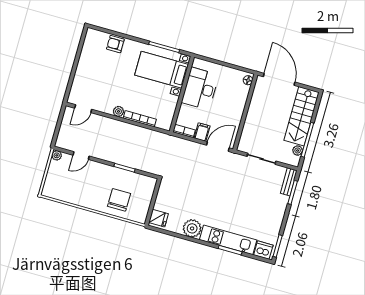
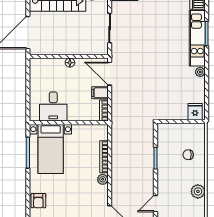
floor lamp: (248, 80) -> (70, 63), moved
desk: (200, 89) -> (53, 106), width x0.73
door: (81, 156) -> (156, 204), swing flipped
plant: (81, 199) -> (198, 191), added
chair: (119, 200) -> (188, 155), width x0.54, depth x0.54
plant: (192, 228) -> (200, 72), width x0.53, depth x0.53

